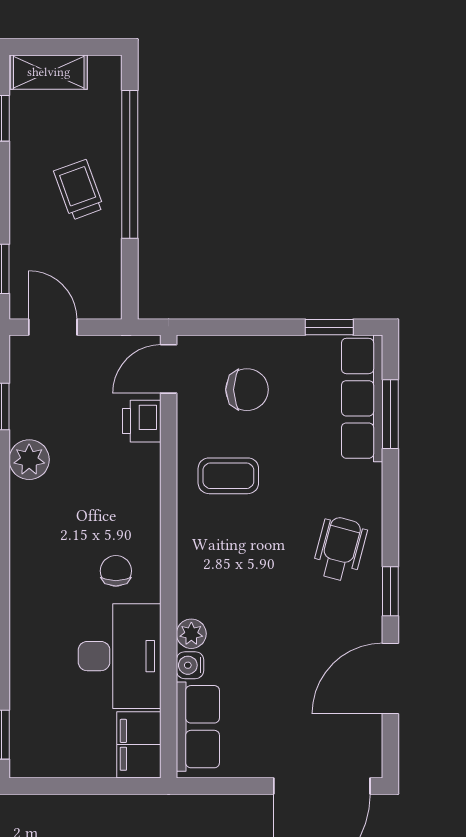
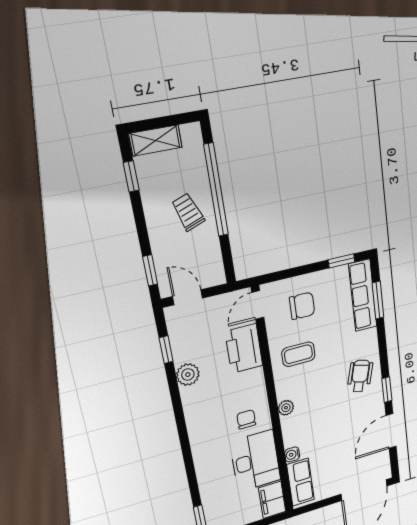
printer: (142, 421) -> (244, 349), width x1.87, depth x1.48
plant: (191, 634) -> (286, 408), moved

